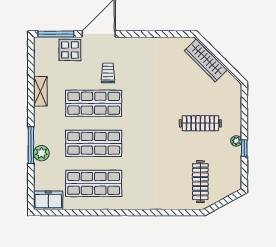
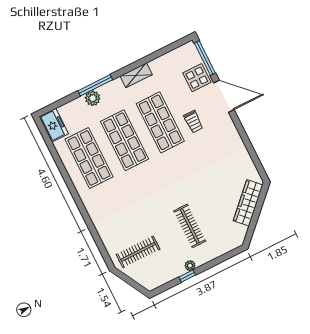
trolley: (108, 73) -> (193, 122), turned 90
shelving: (40, 91) -> (136, 75), moved

